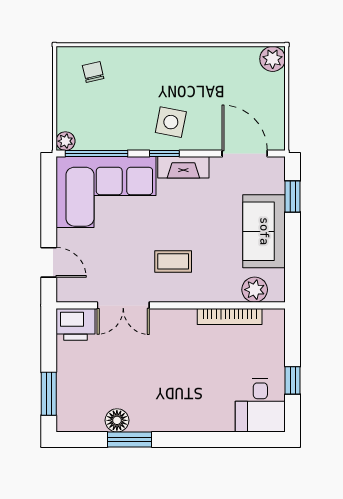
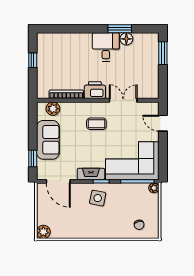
printer: (75, 324) -> (95, 90), moved
desk: (260, 405) -> (106, 47), moved

